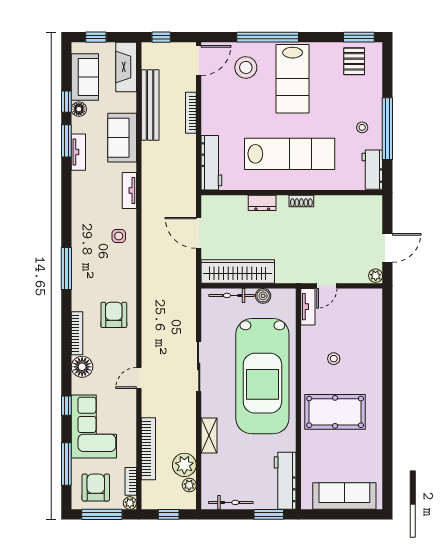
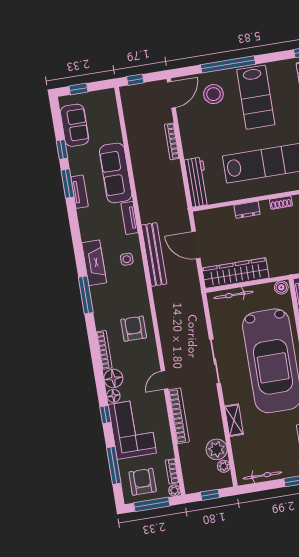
fireplace: (126, 67) -> (94, 263), moved, turned 180
bench: (150, 105) -> (154, 254), moved
floor lamp: (79, 109) -> (113, 396), moved
sofa: (122, 138) -> (116, 173), width x1.36
boiler: (263, 296) -> (281, 287), moved
bookcase: (148, 449) -> (179, 416), moved

